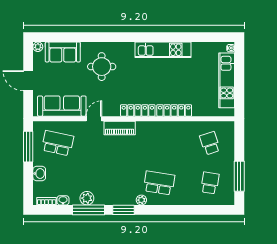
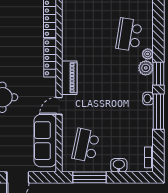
door: (94, 119) -> (59, 106), hinge flipped
plant: (87, 198) -> (146, 68), moved
washbasin: (63, 200) -> (148, 99), moved

